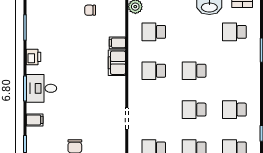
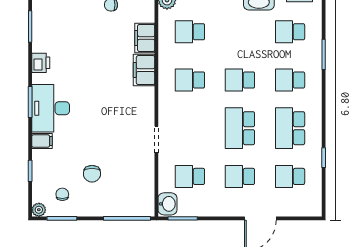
filing cabinet: (117, 43) -> (145, 38), width x2.00
school desk: (234, 71) -> (290, 80), added
desk: (41, 88) -> (51, 108), width x1.37
school desk: (194, 110) -> (240, 128), width x1.85
school desk: (234, 110) -> (290, 128), width x1.85

